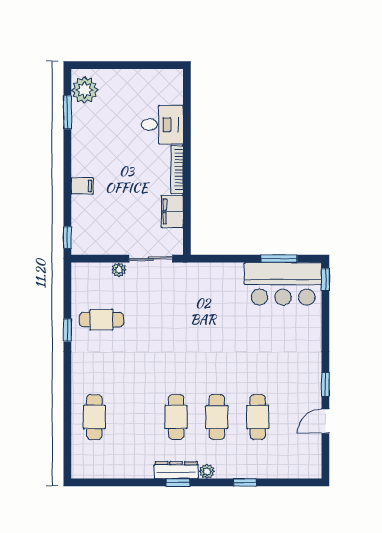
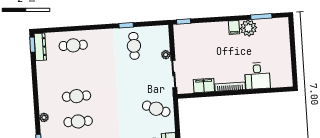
plant: (85, 90) -> (248, 28), moved
filing cabinet: (82, 186) -> (234, 27), moved
cafe table: (205, 290) -> (156, 109), added
dresser: (176, 470) -> (40, 47), moved
window: (178, 482) -> (32, 45), moved

